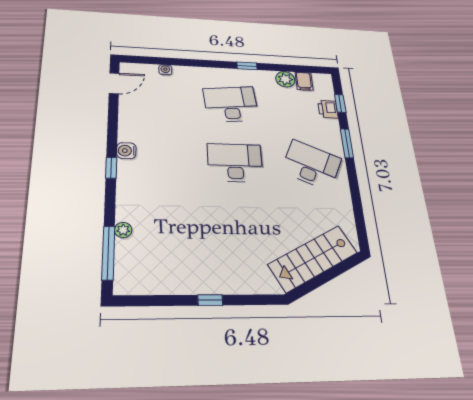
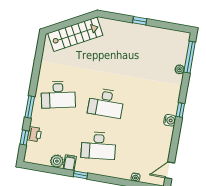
filing cabinet: (304, 81) -> (70, 163), moved
desk: (311, 165) -> (58, 95), turned -36

